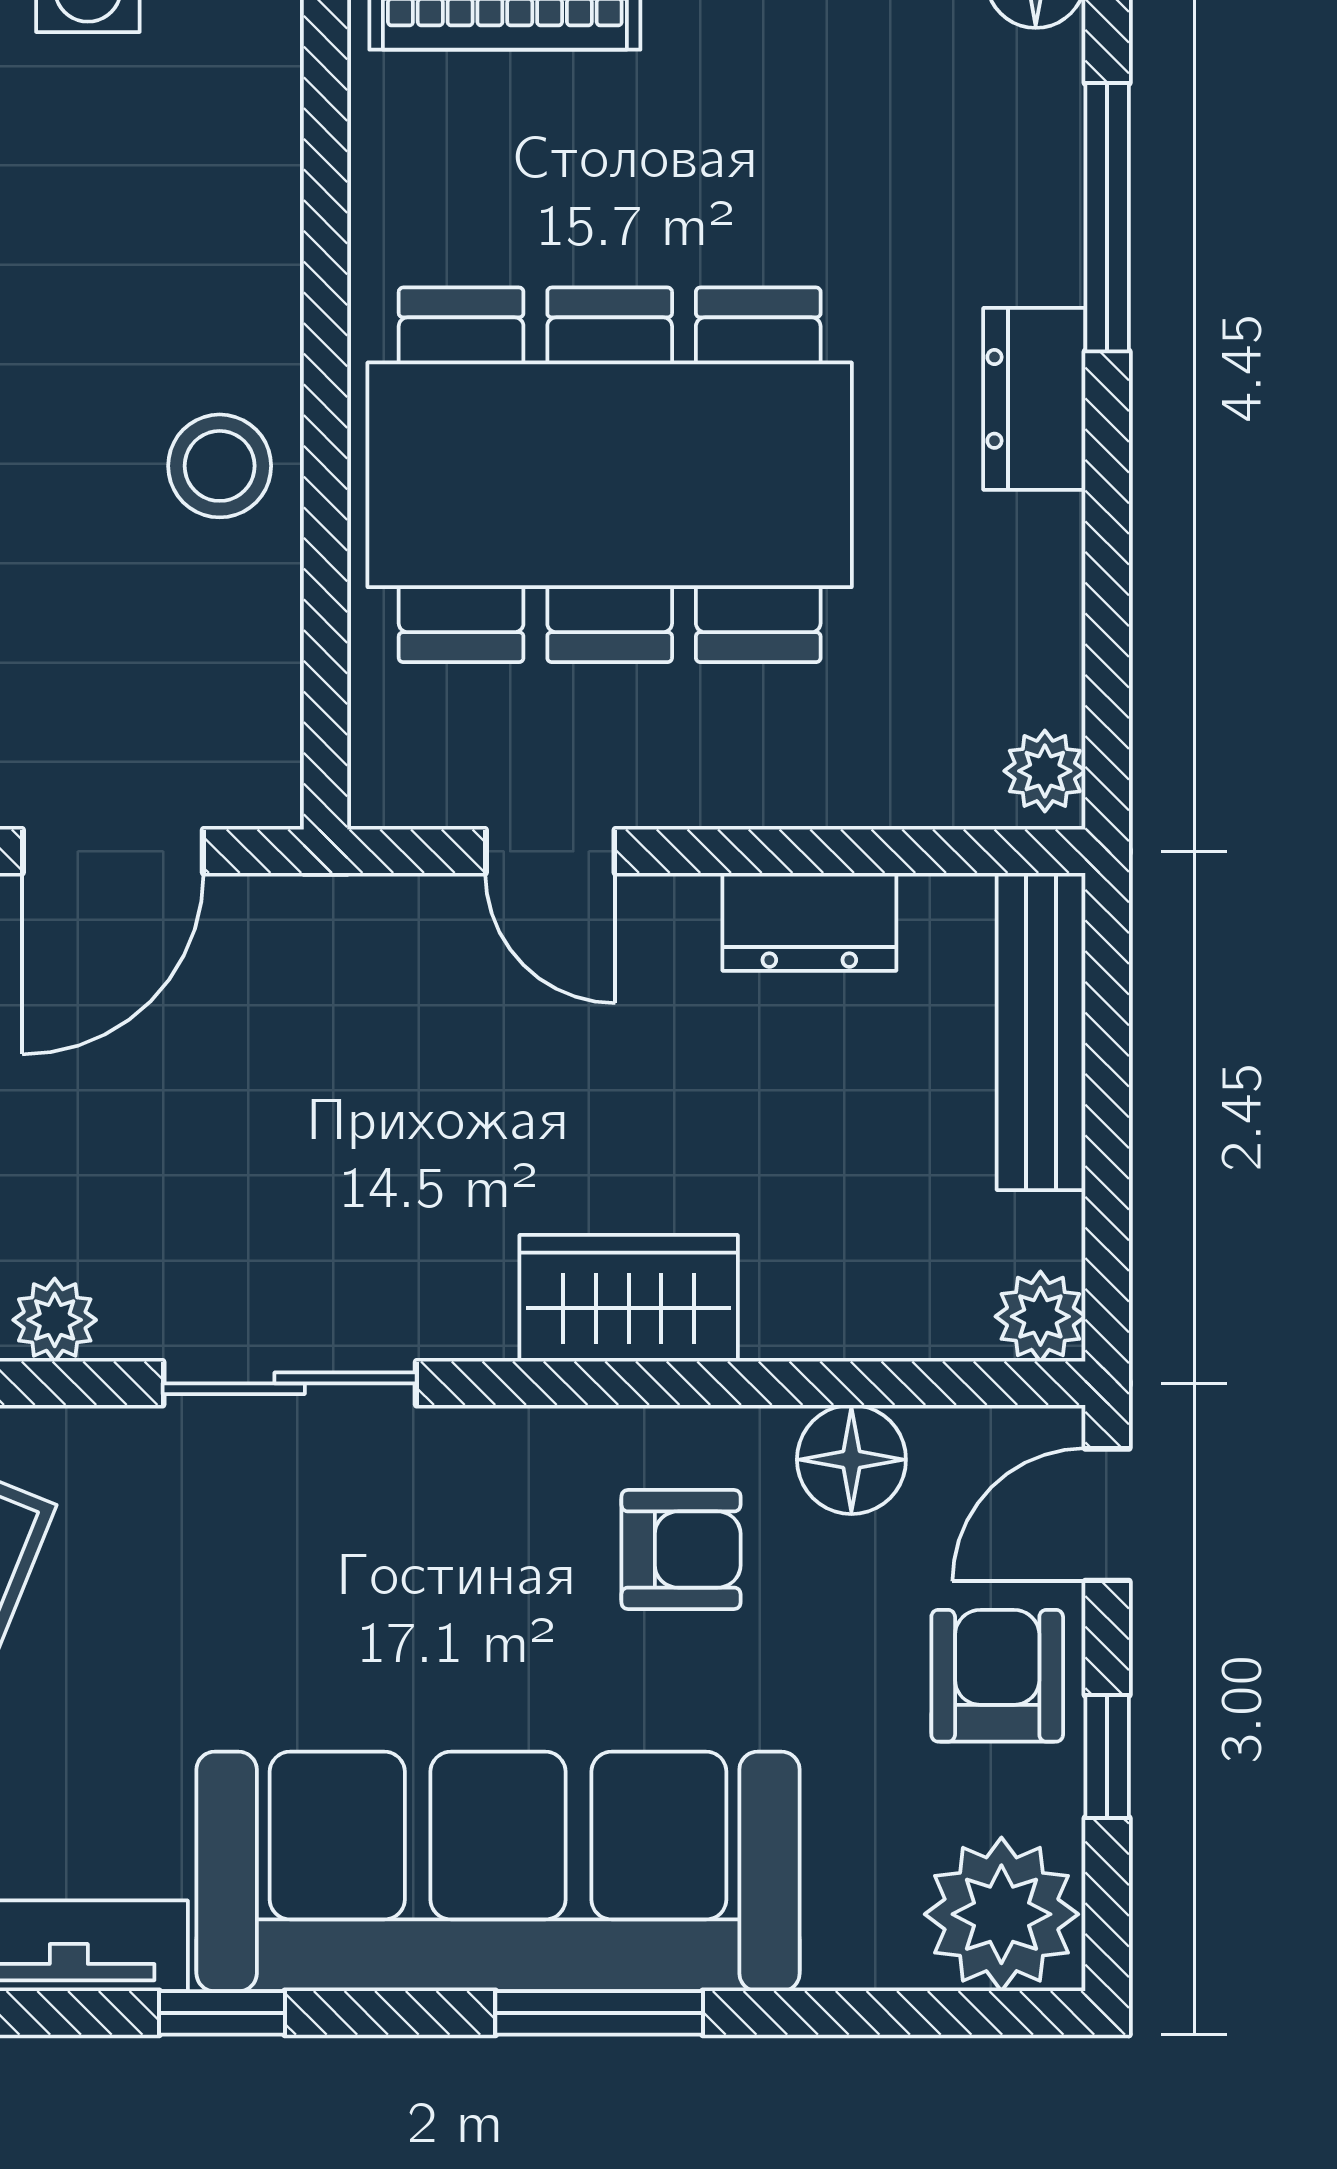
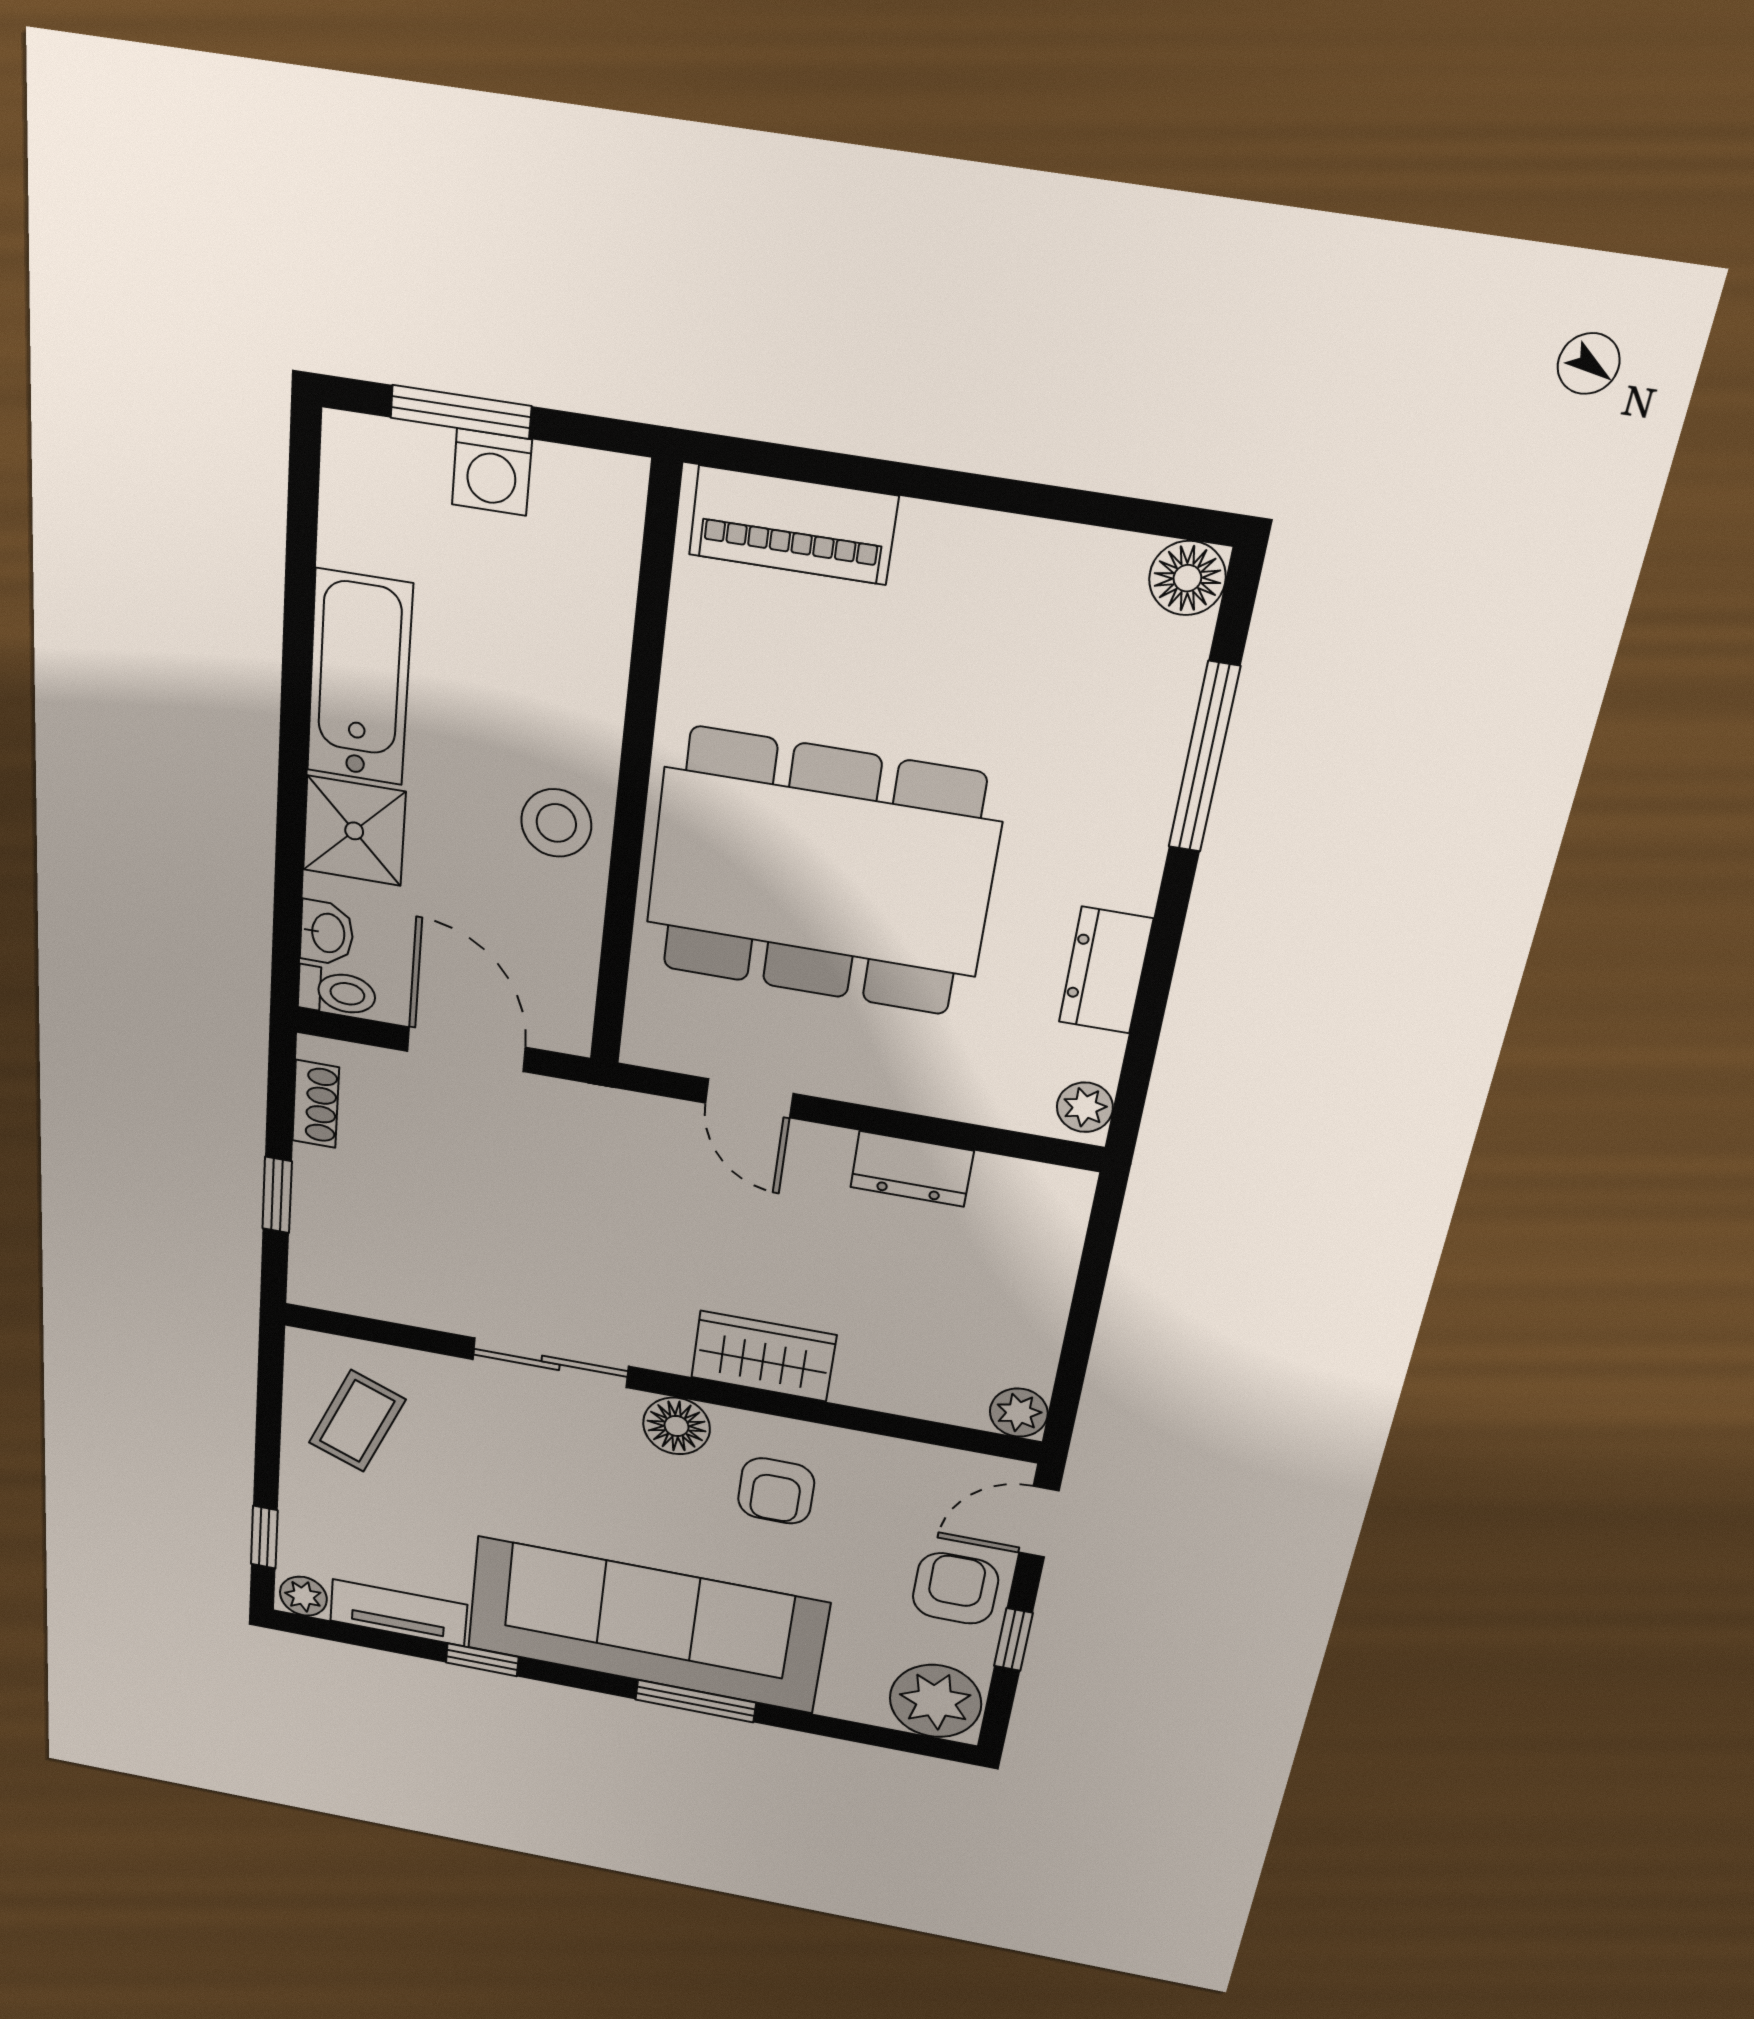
dresser: (1034, 399) -> (1106, 970), moved
door: (113, 851) -> (466, 1049), swing flipped
bench: (1041, 1032) -> (1051, 1258), removed
plant: (55, 1320) -> (411, 1304), removed
floor lamp: (851, 1460) -> (676, 1426), moved
armchair: (681, 1550) -> (776, 1491), turned 90

